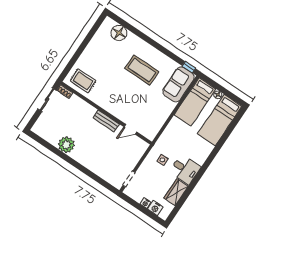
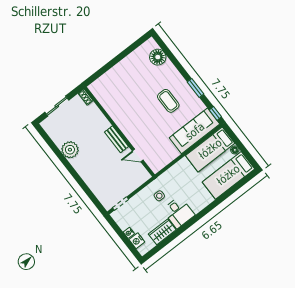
window: (163, 50) -> (196, 88), added
coffee table: (142, 70) -> (168, 101), width x0.73, depth x0.76
rug: (83, 81) -> (107, 92), removed
sofa: (178, 84) -> (195, 131), width x1.36
sliding door: (47, 100) -> (57, 106), moved

